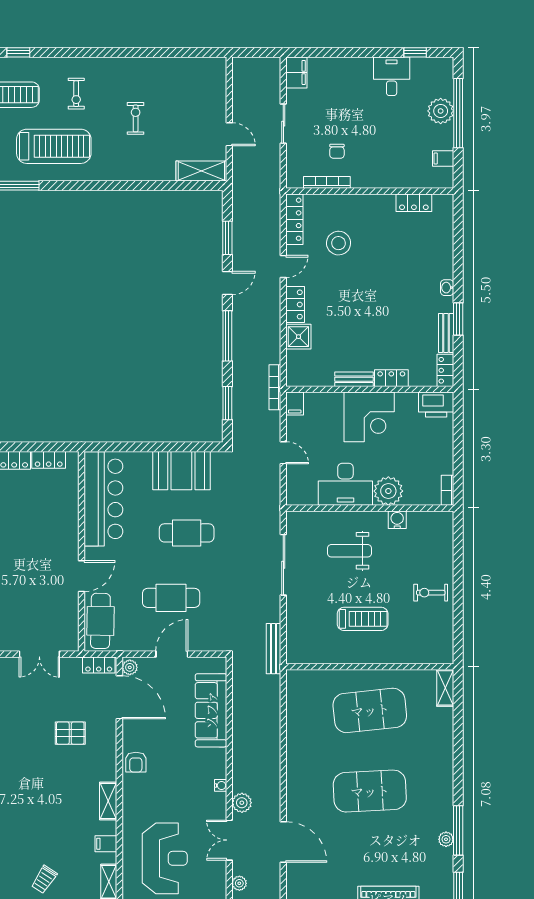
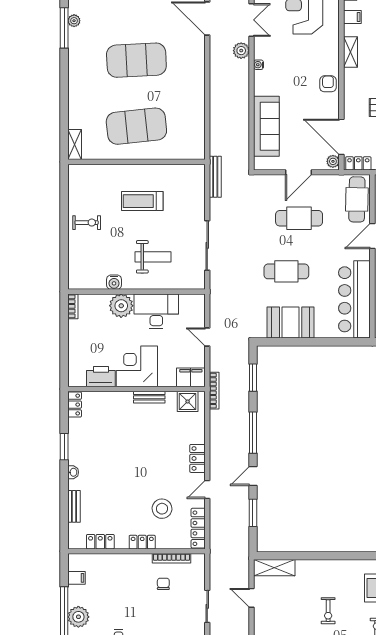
bench: (446, 333) -> (74, 506), moved
shower: (298, 337) -> (188, 401), moved
locker: (391, 378) -> (142, 542), moved, turned 180
filing cabinet: (295, 404) -> (191, 377), width x2.00
printer: (436, 404) -> (101, 377), moved

